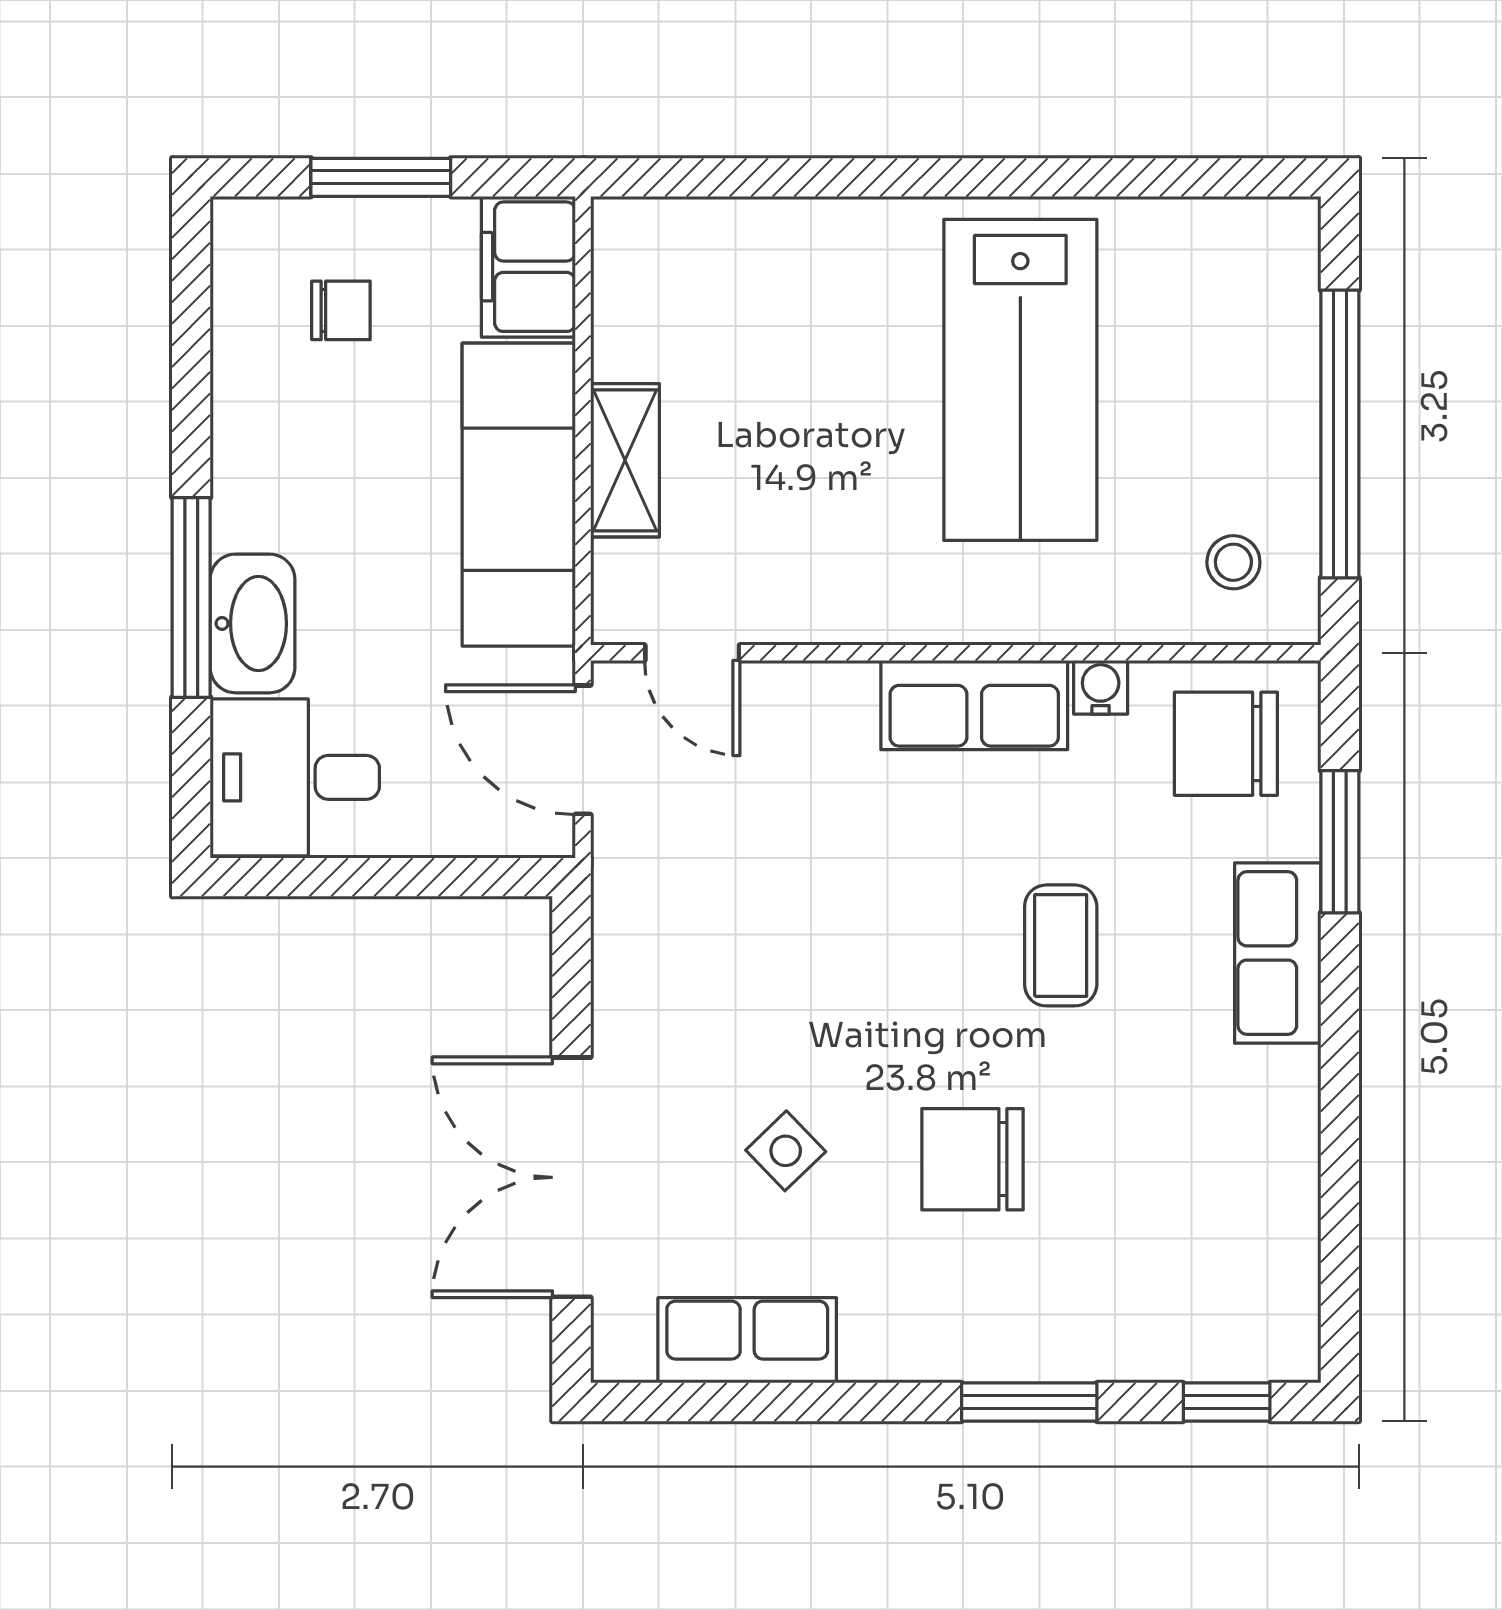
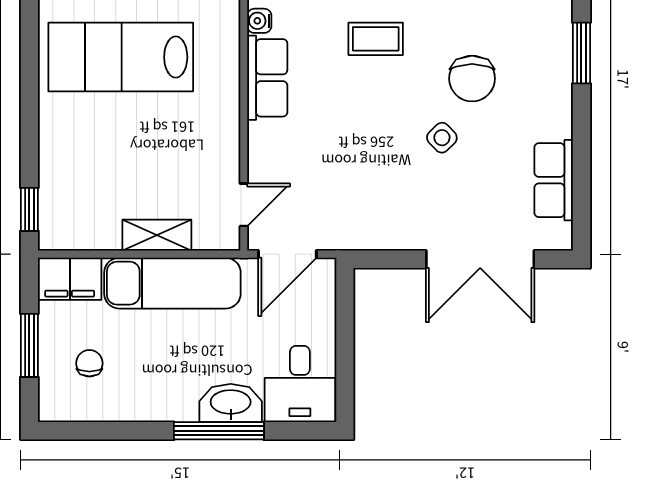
window: (682, 177) -> (29, 209), added
lab bench: (1020, 380) -> (121, 57), turned 180
side table: (786, 1151) -> (442, 138), moved

